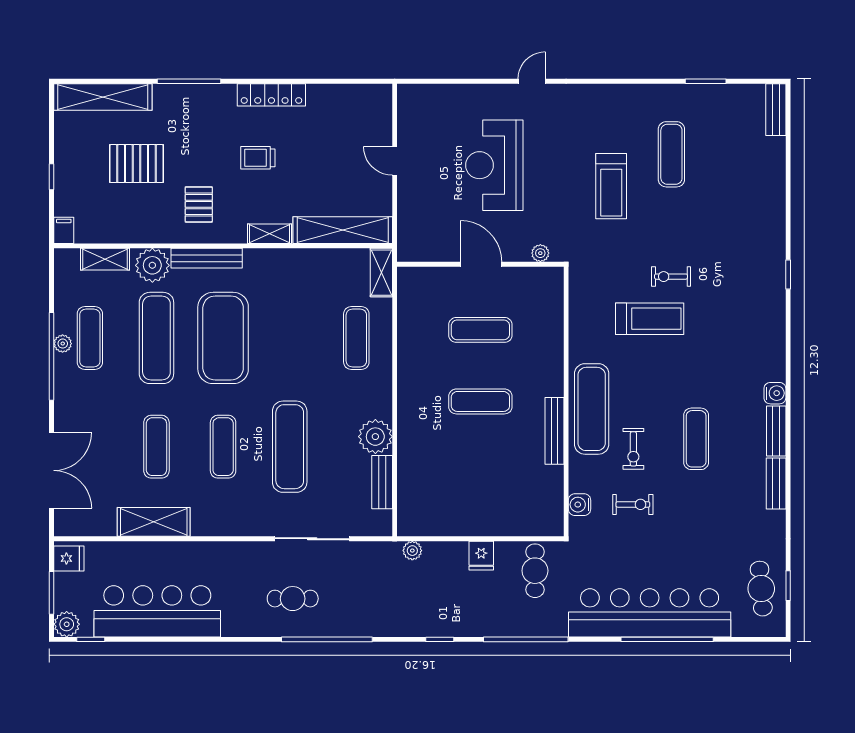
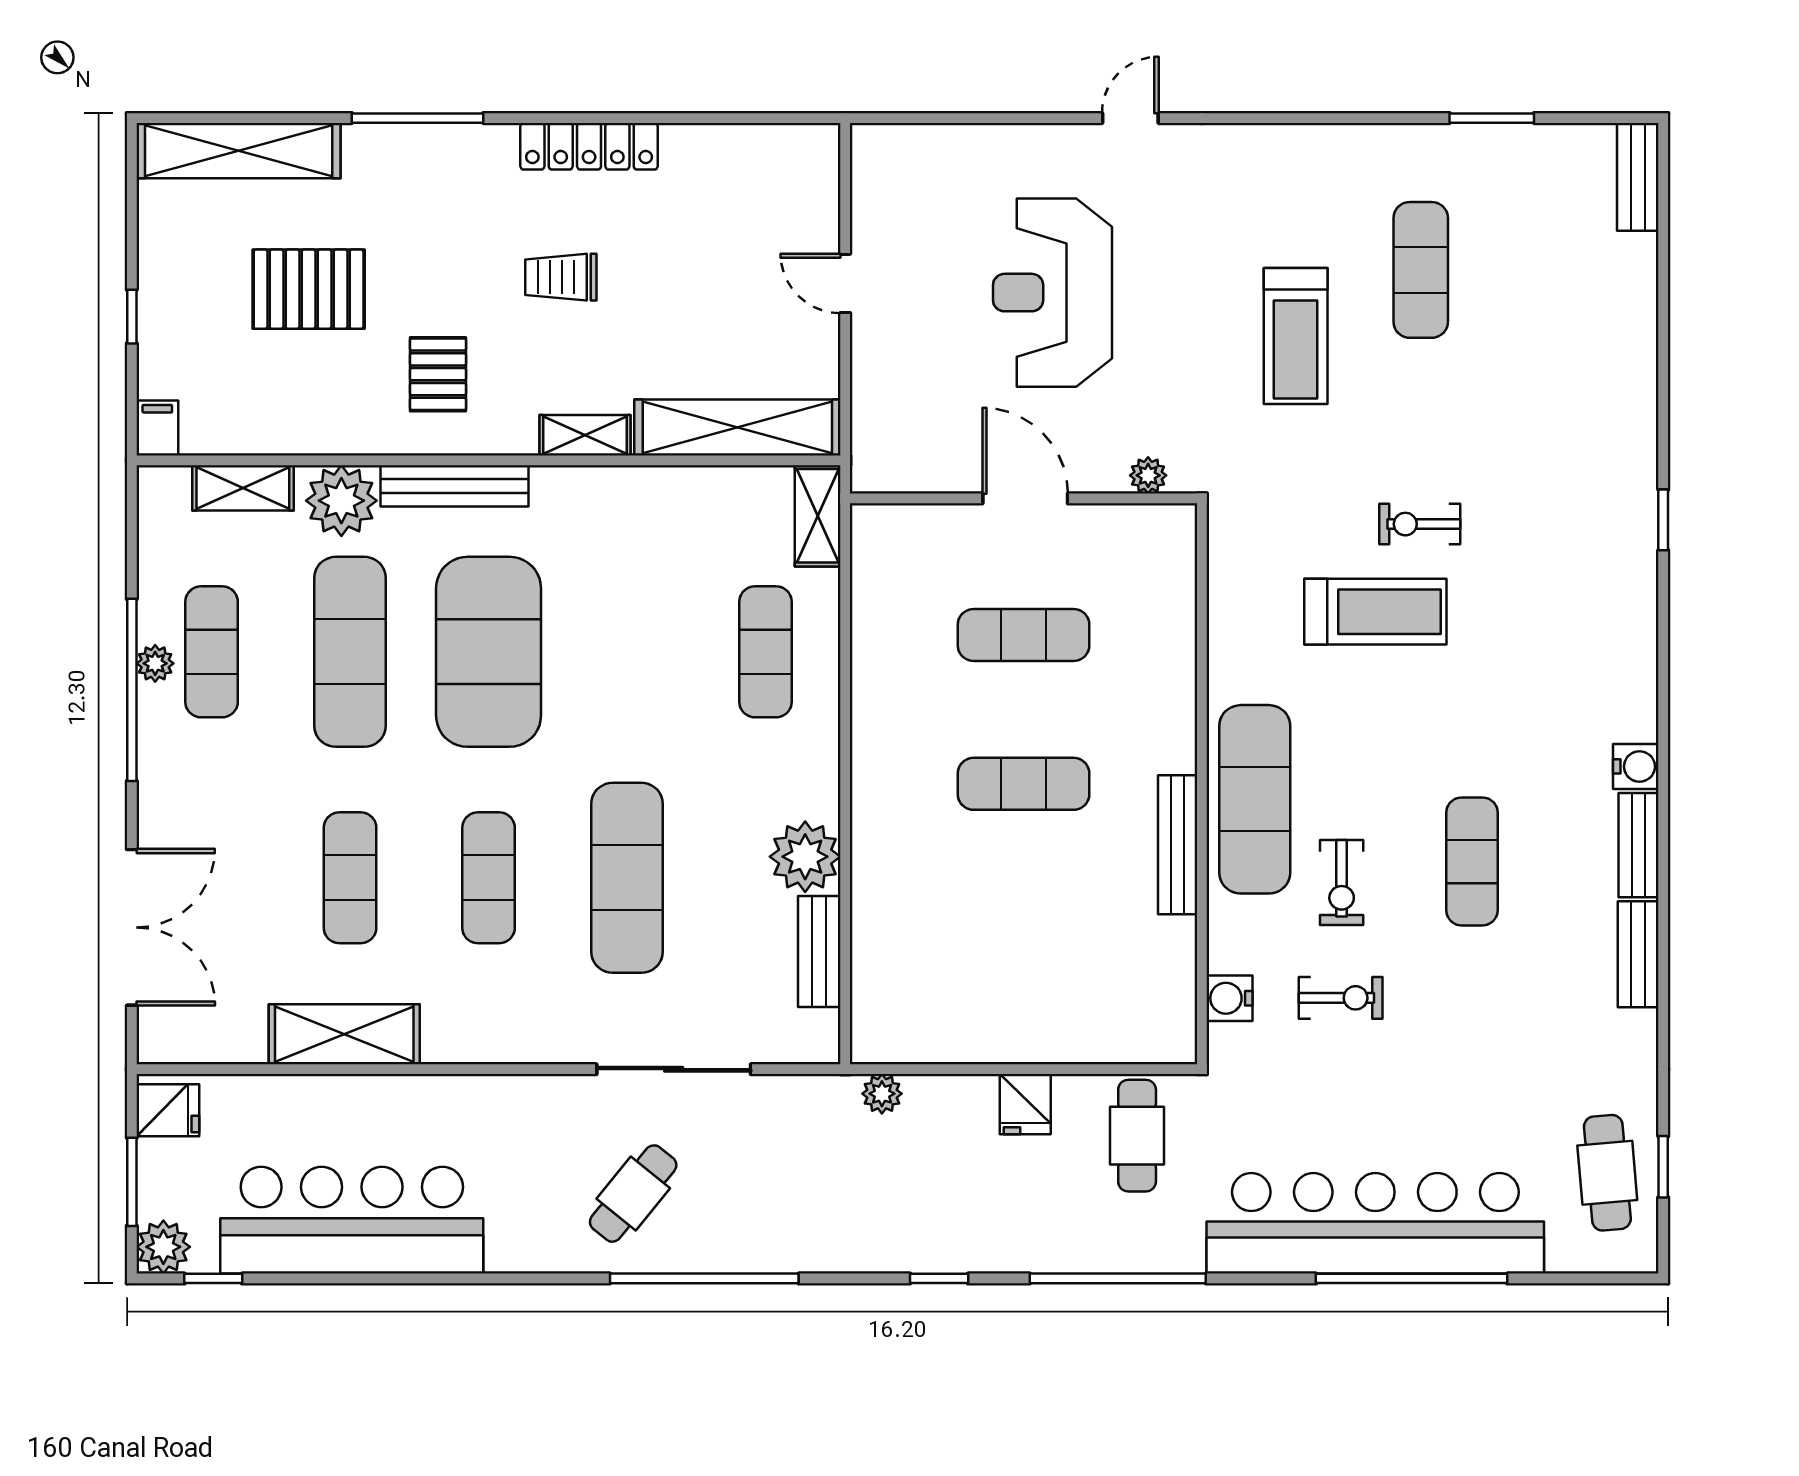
cafe table: (293, 599) -> (633, 1194), turned -51

